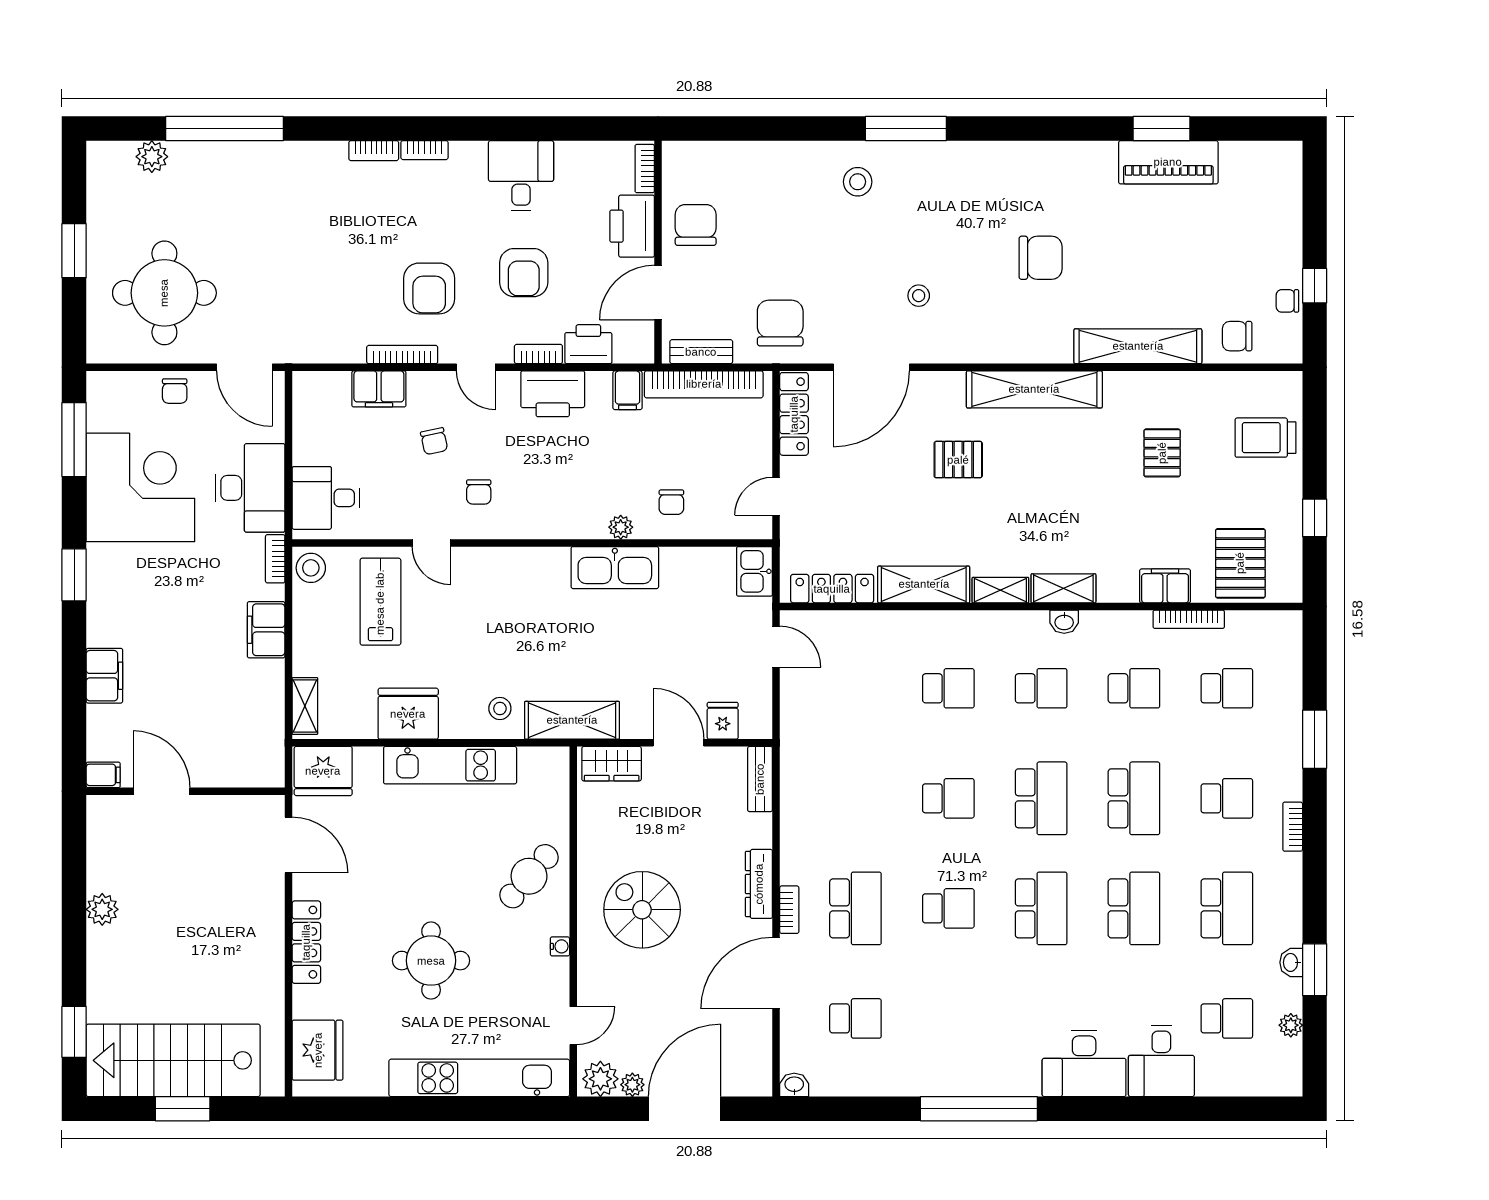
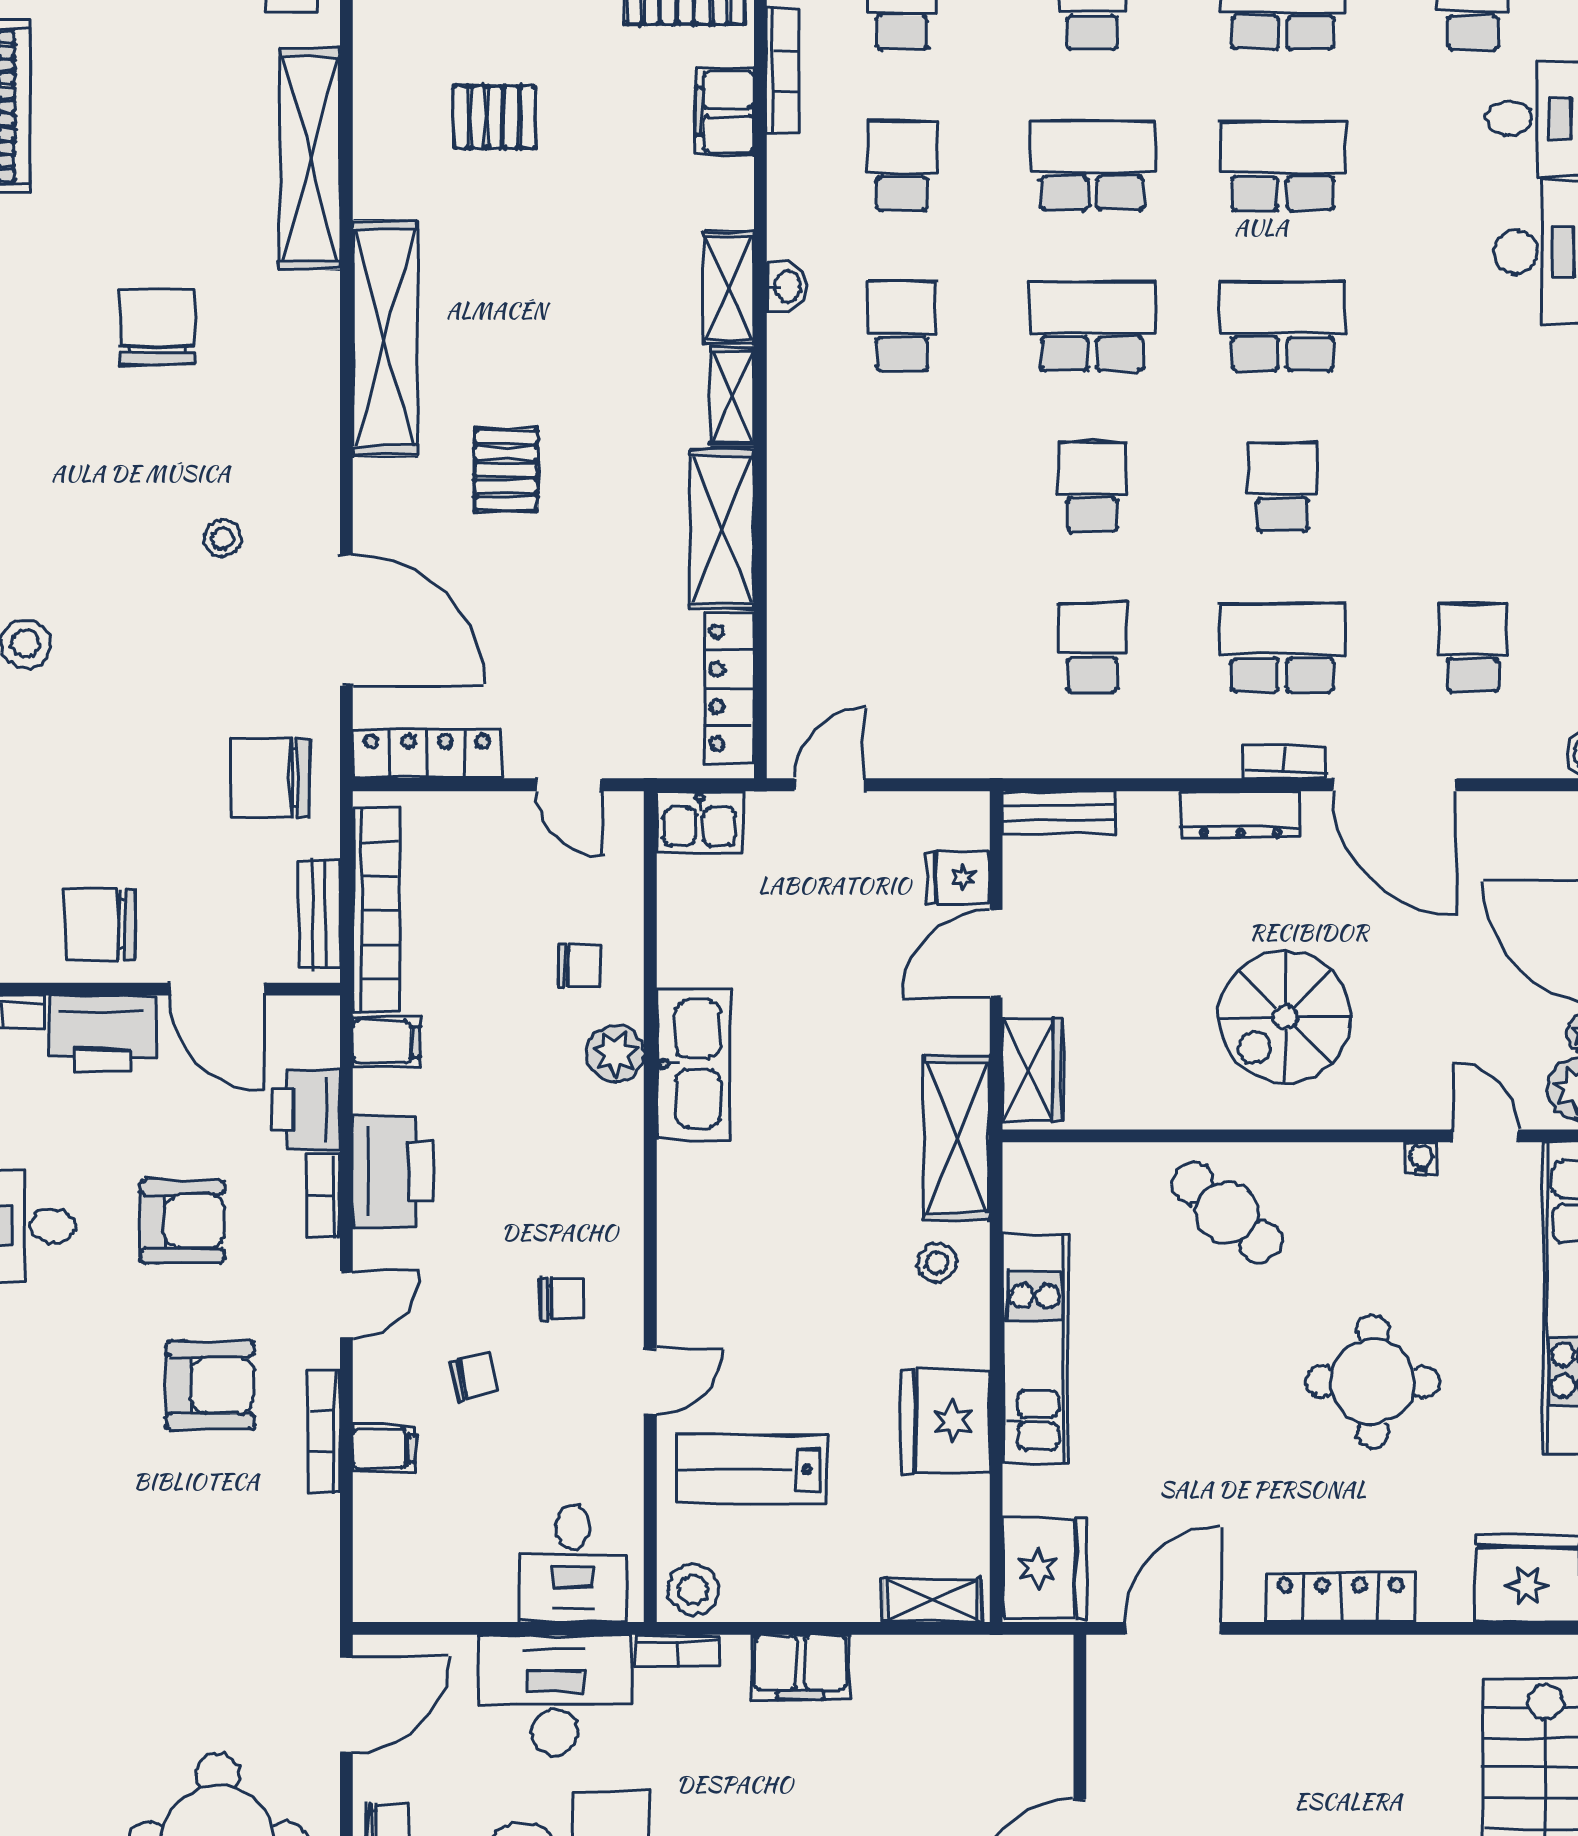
filing cabinet: (379, 389) -> (384, 1449), width x0.50
plant: (621, 527) -> (615, 1054), width x1.38, depth x1.38
school desk: (948, 688) -> (1092, 647), moved
water cooler: (560, 946) -> (1421, 1159), moved

